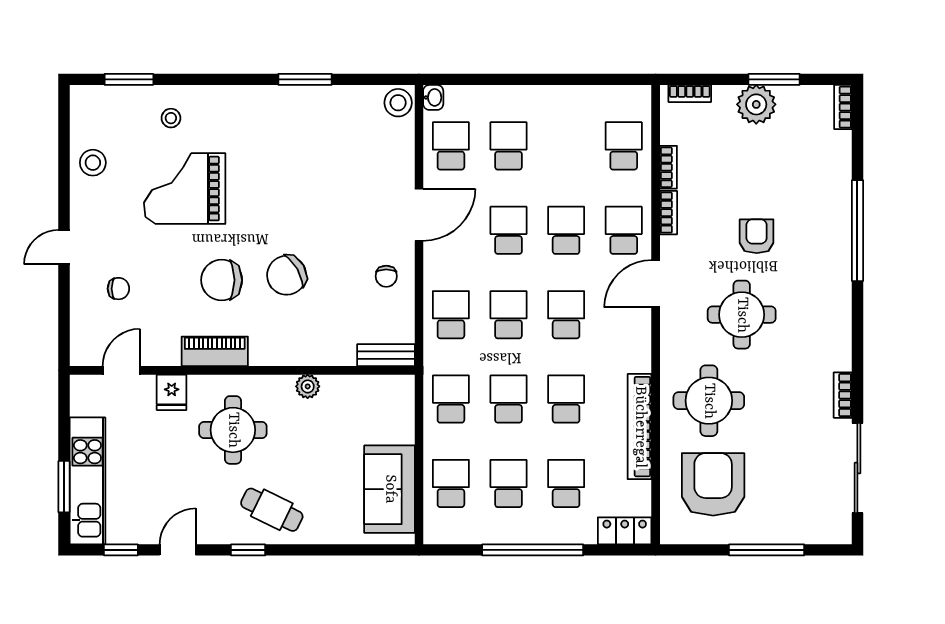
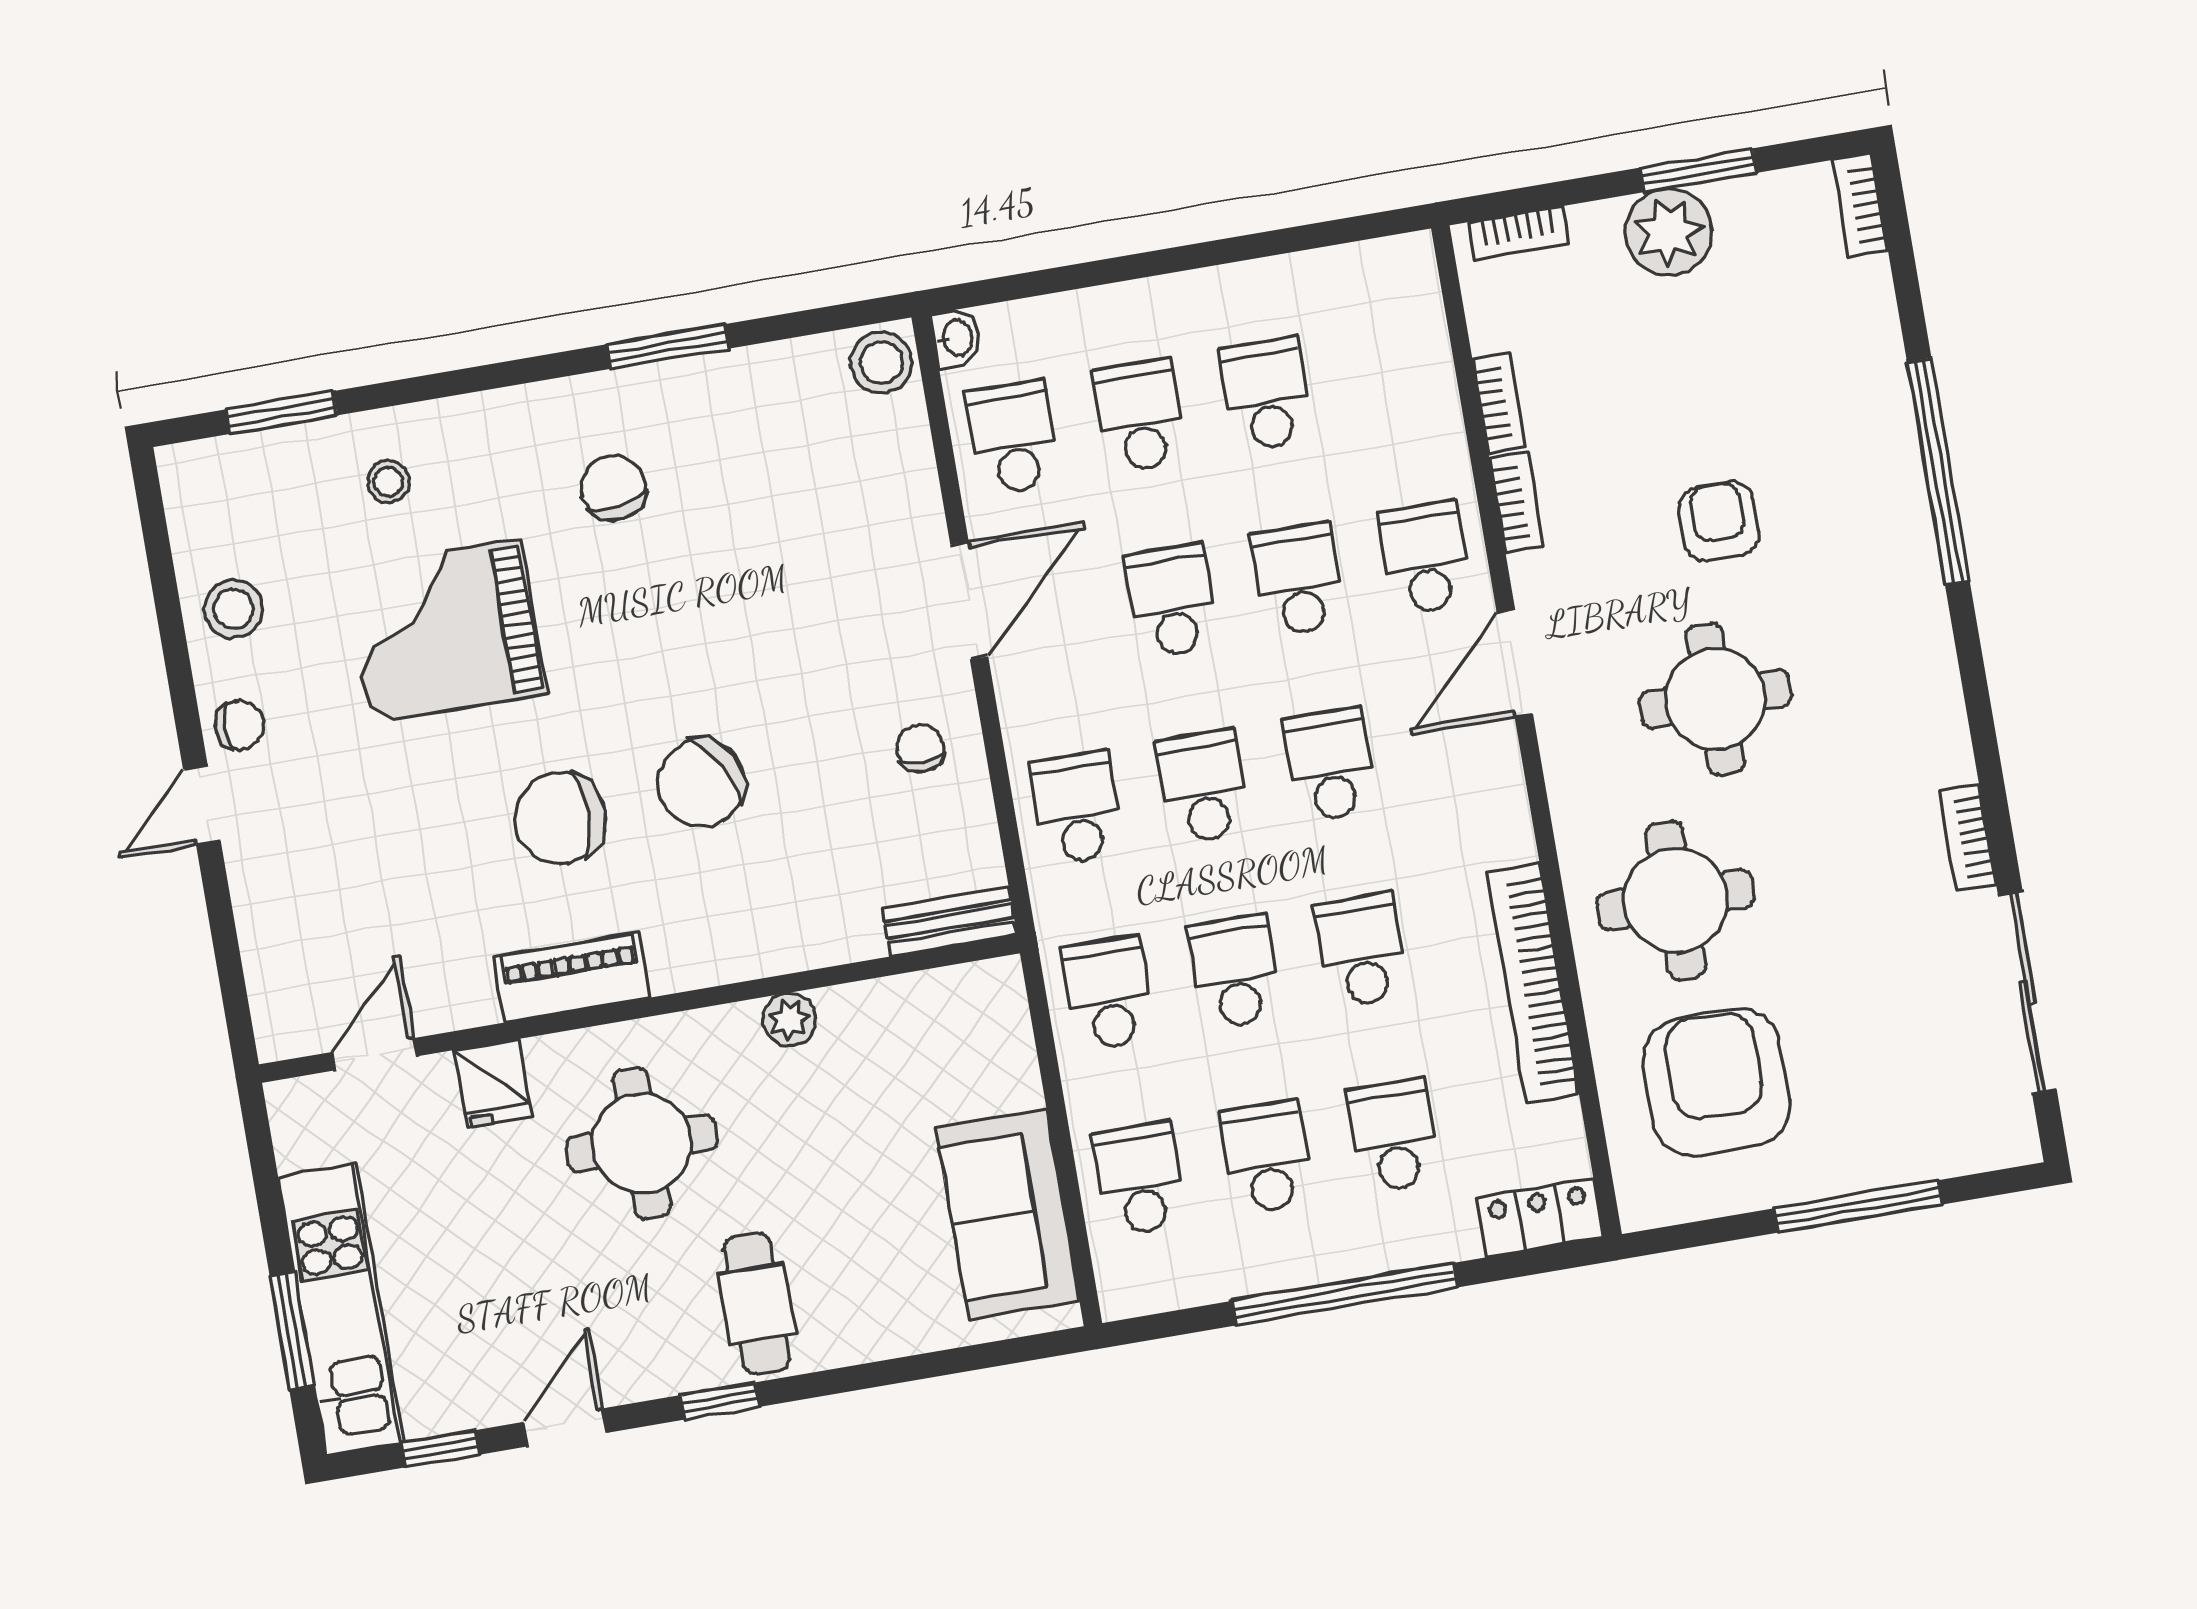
chair: (270, 138) -> (613, 488), added
school desk: (624, 146) -> (1267, 394), moved
chair: (386, 276) -> (920, 748), turned 180
chair: (118, 289) -> (240, 725), moved
cafe table: (272, 510) -> (757, 1304), turned 64

